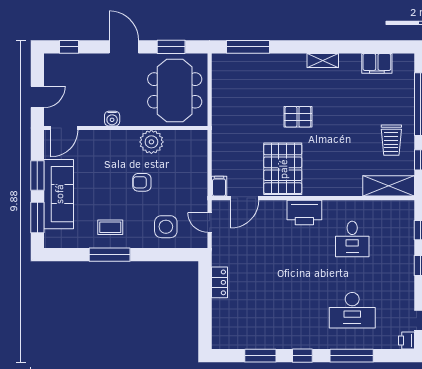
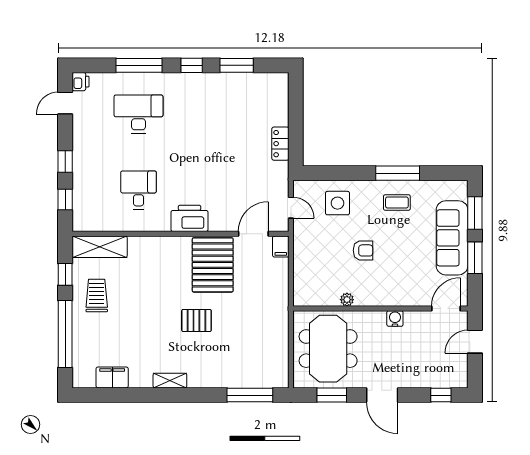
plant: (151, 142) -> (347, 300), width x0.53, depth x0.53

